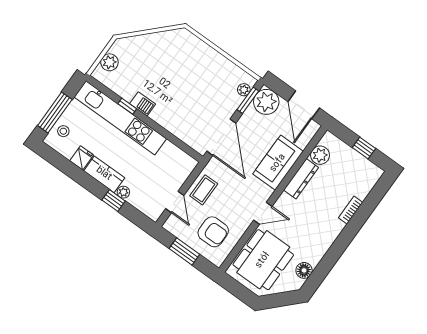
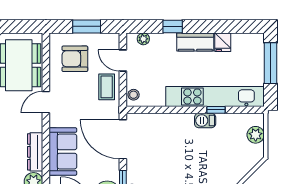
stool: (63, 131) -> (134, 95), moved
plant: (123, 192) -> (143, 39), moved

